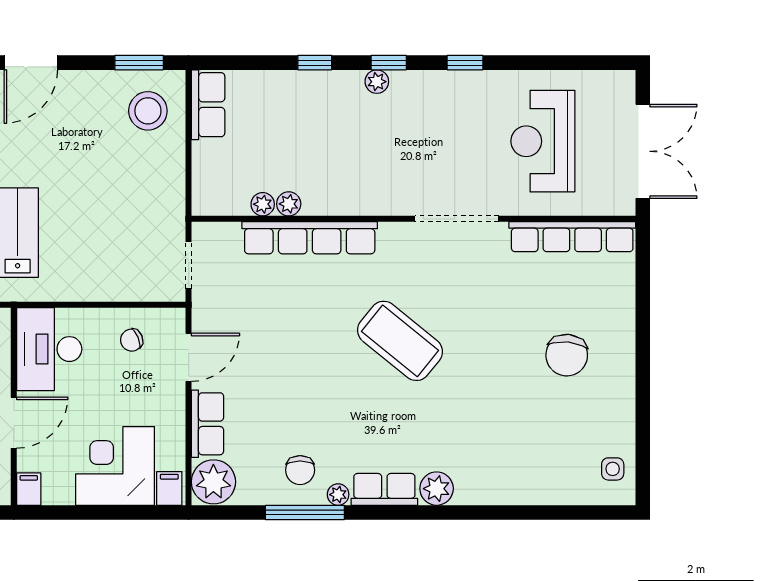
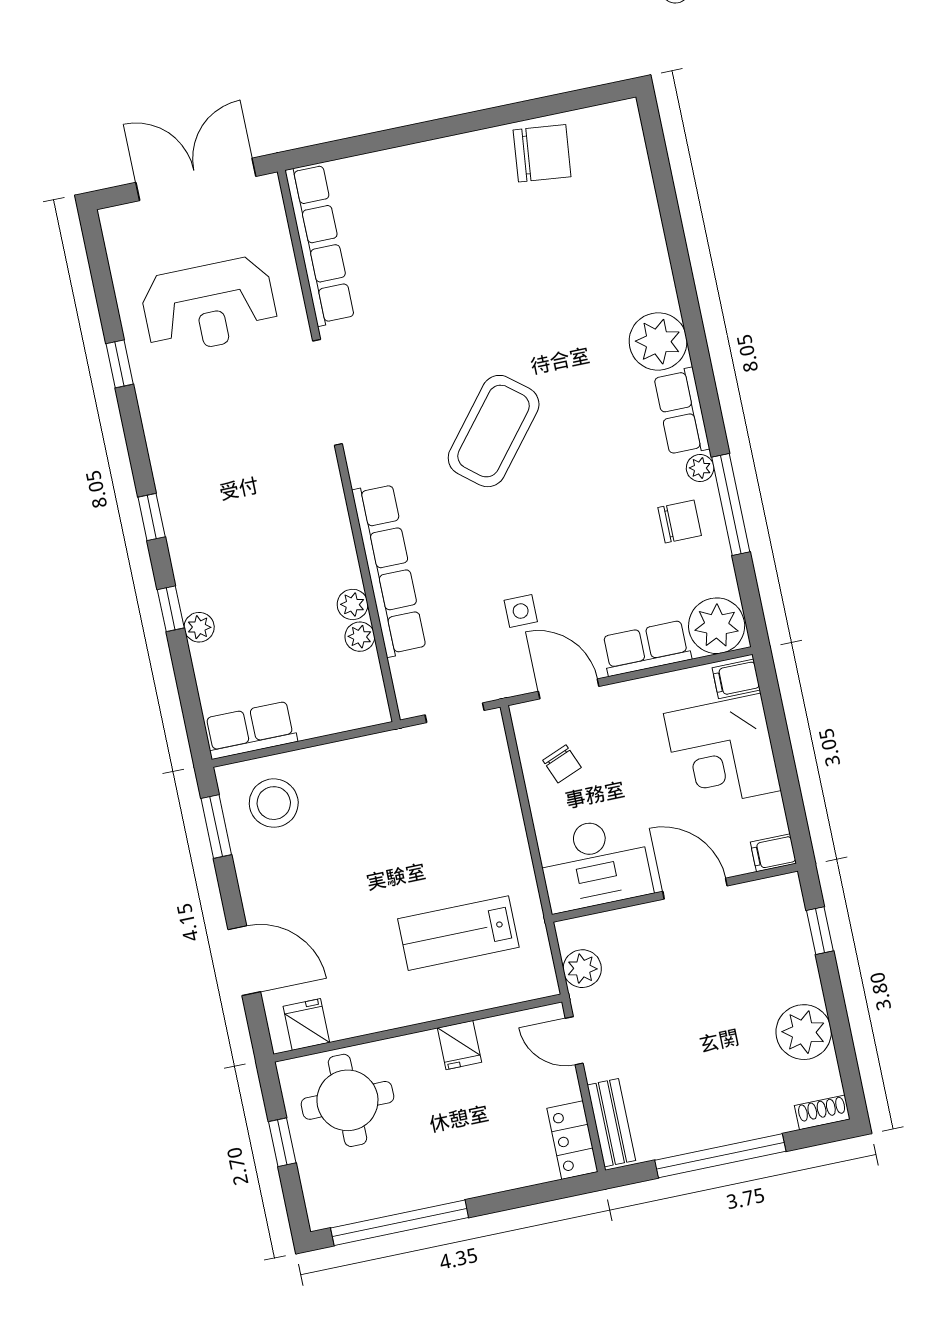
window: (465, 63) -> (120, 364), moved
plant: (377, 82) -> (199, 627), moved
chair: (567, 355) -> (542, 153), moved
side table: (613, 469) -> (521, 611), moved
plant: (437, 489) -> (658, 341), width x1.36, depth x1.36

